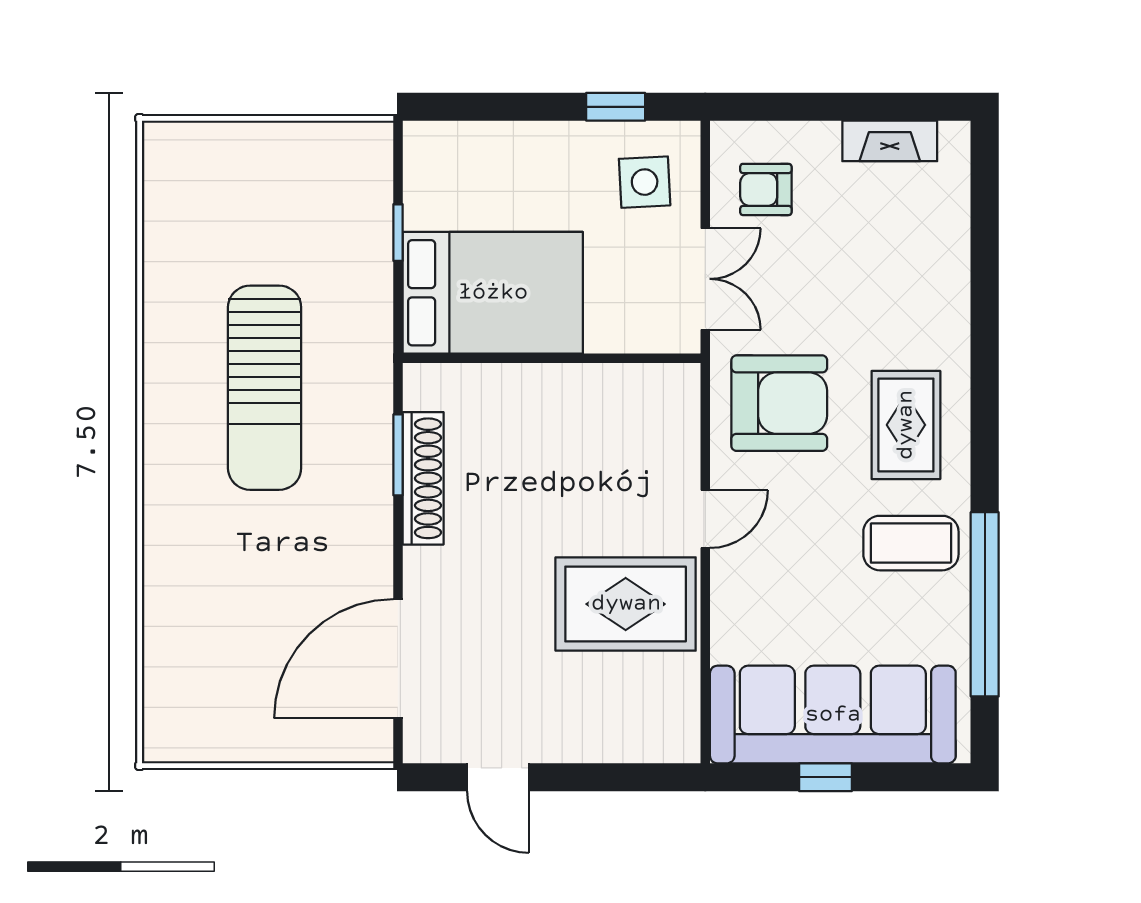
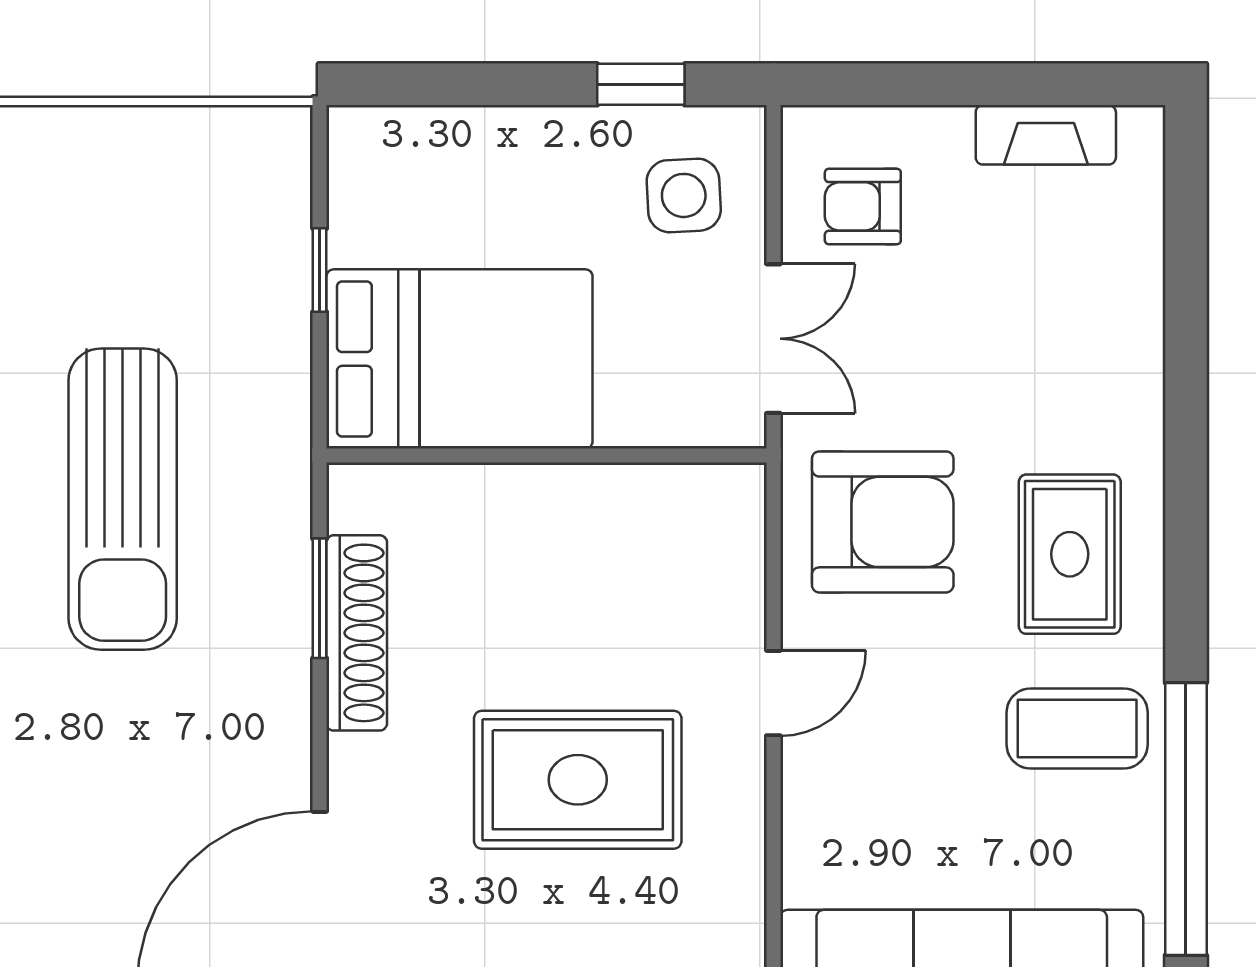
rug: (626, 604) -> (578, 780), moved

